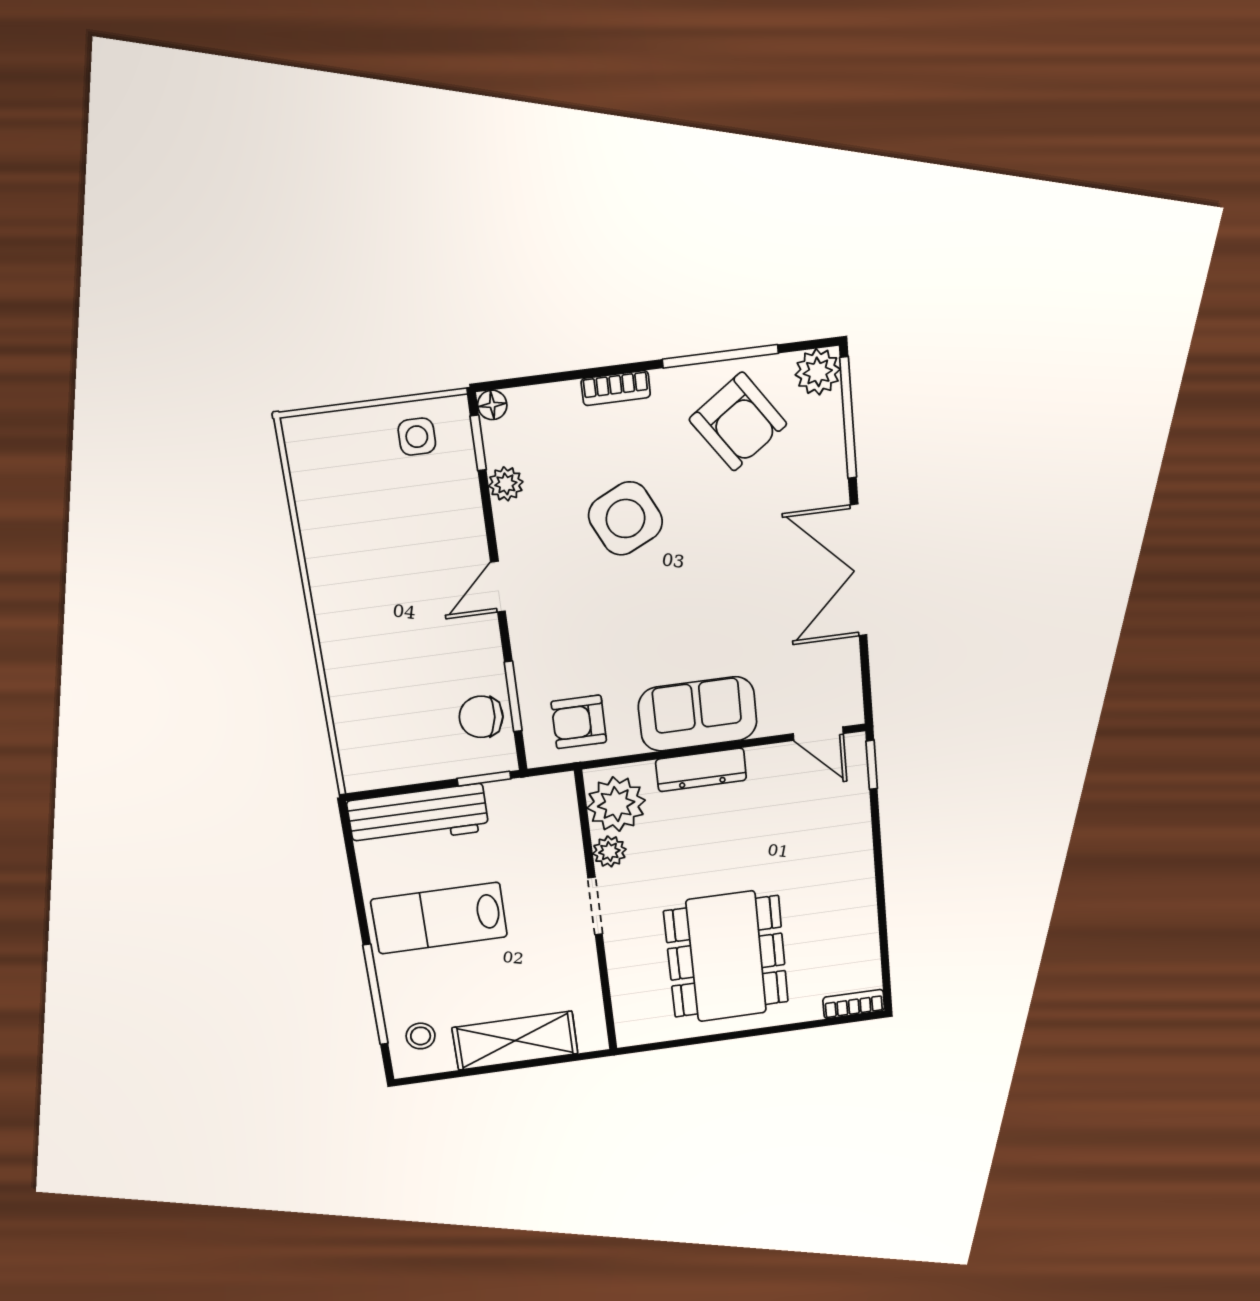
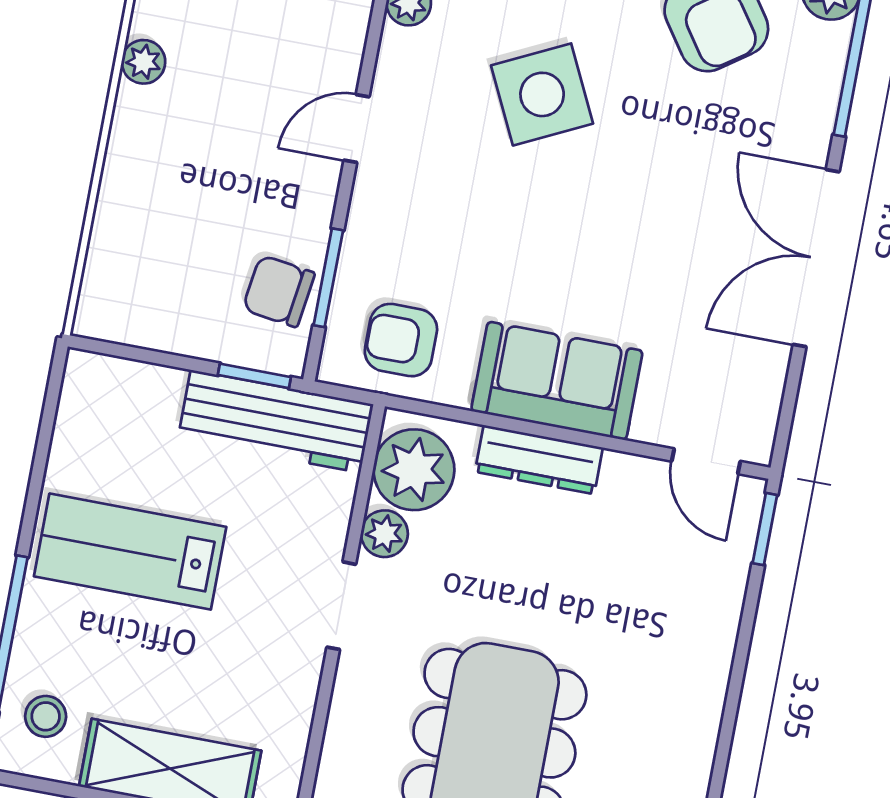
plant: (326, 590) -> (143, 62), added
workbench: (418, 816) -> (276, 421), moved

